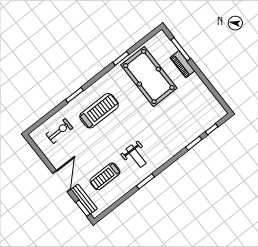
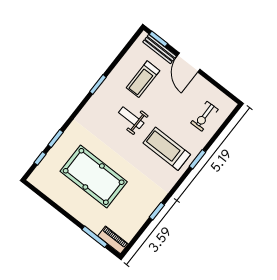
piano: (182, 64) -> (113, 240), moved
pool table: (149, 77) -> (94, 176), moved
treadmill: (99, 111) -> (167, 149), turned 90
weight bench: (136, 156) -> (131, 118), moved
treadmill: (105, 176) -> (143, 79), turned 180

